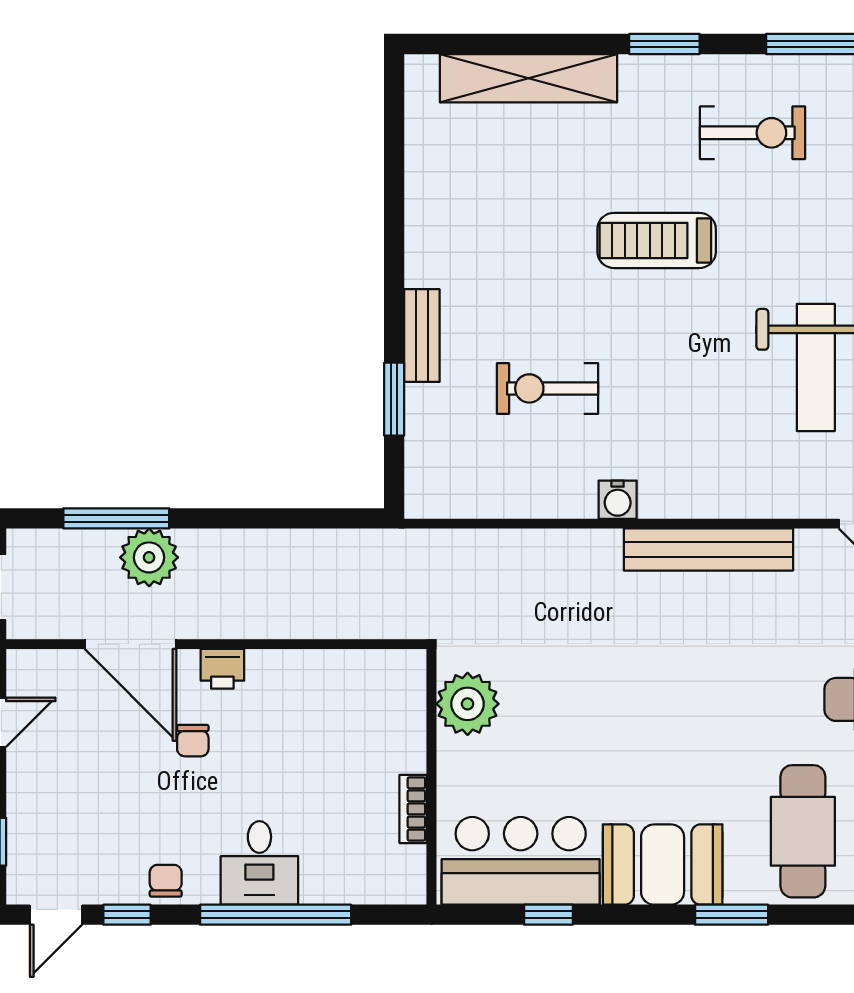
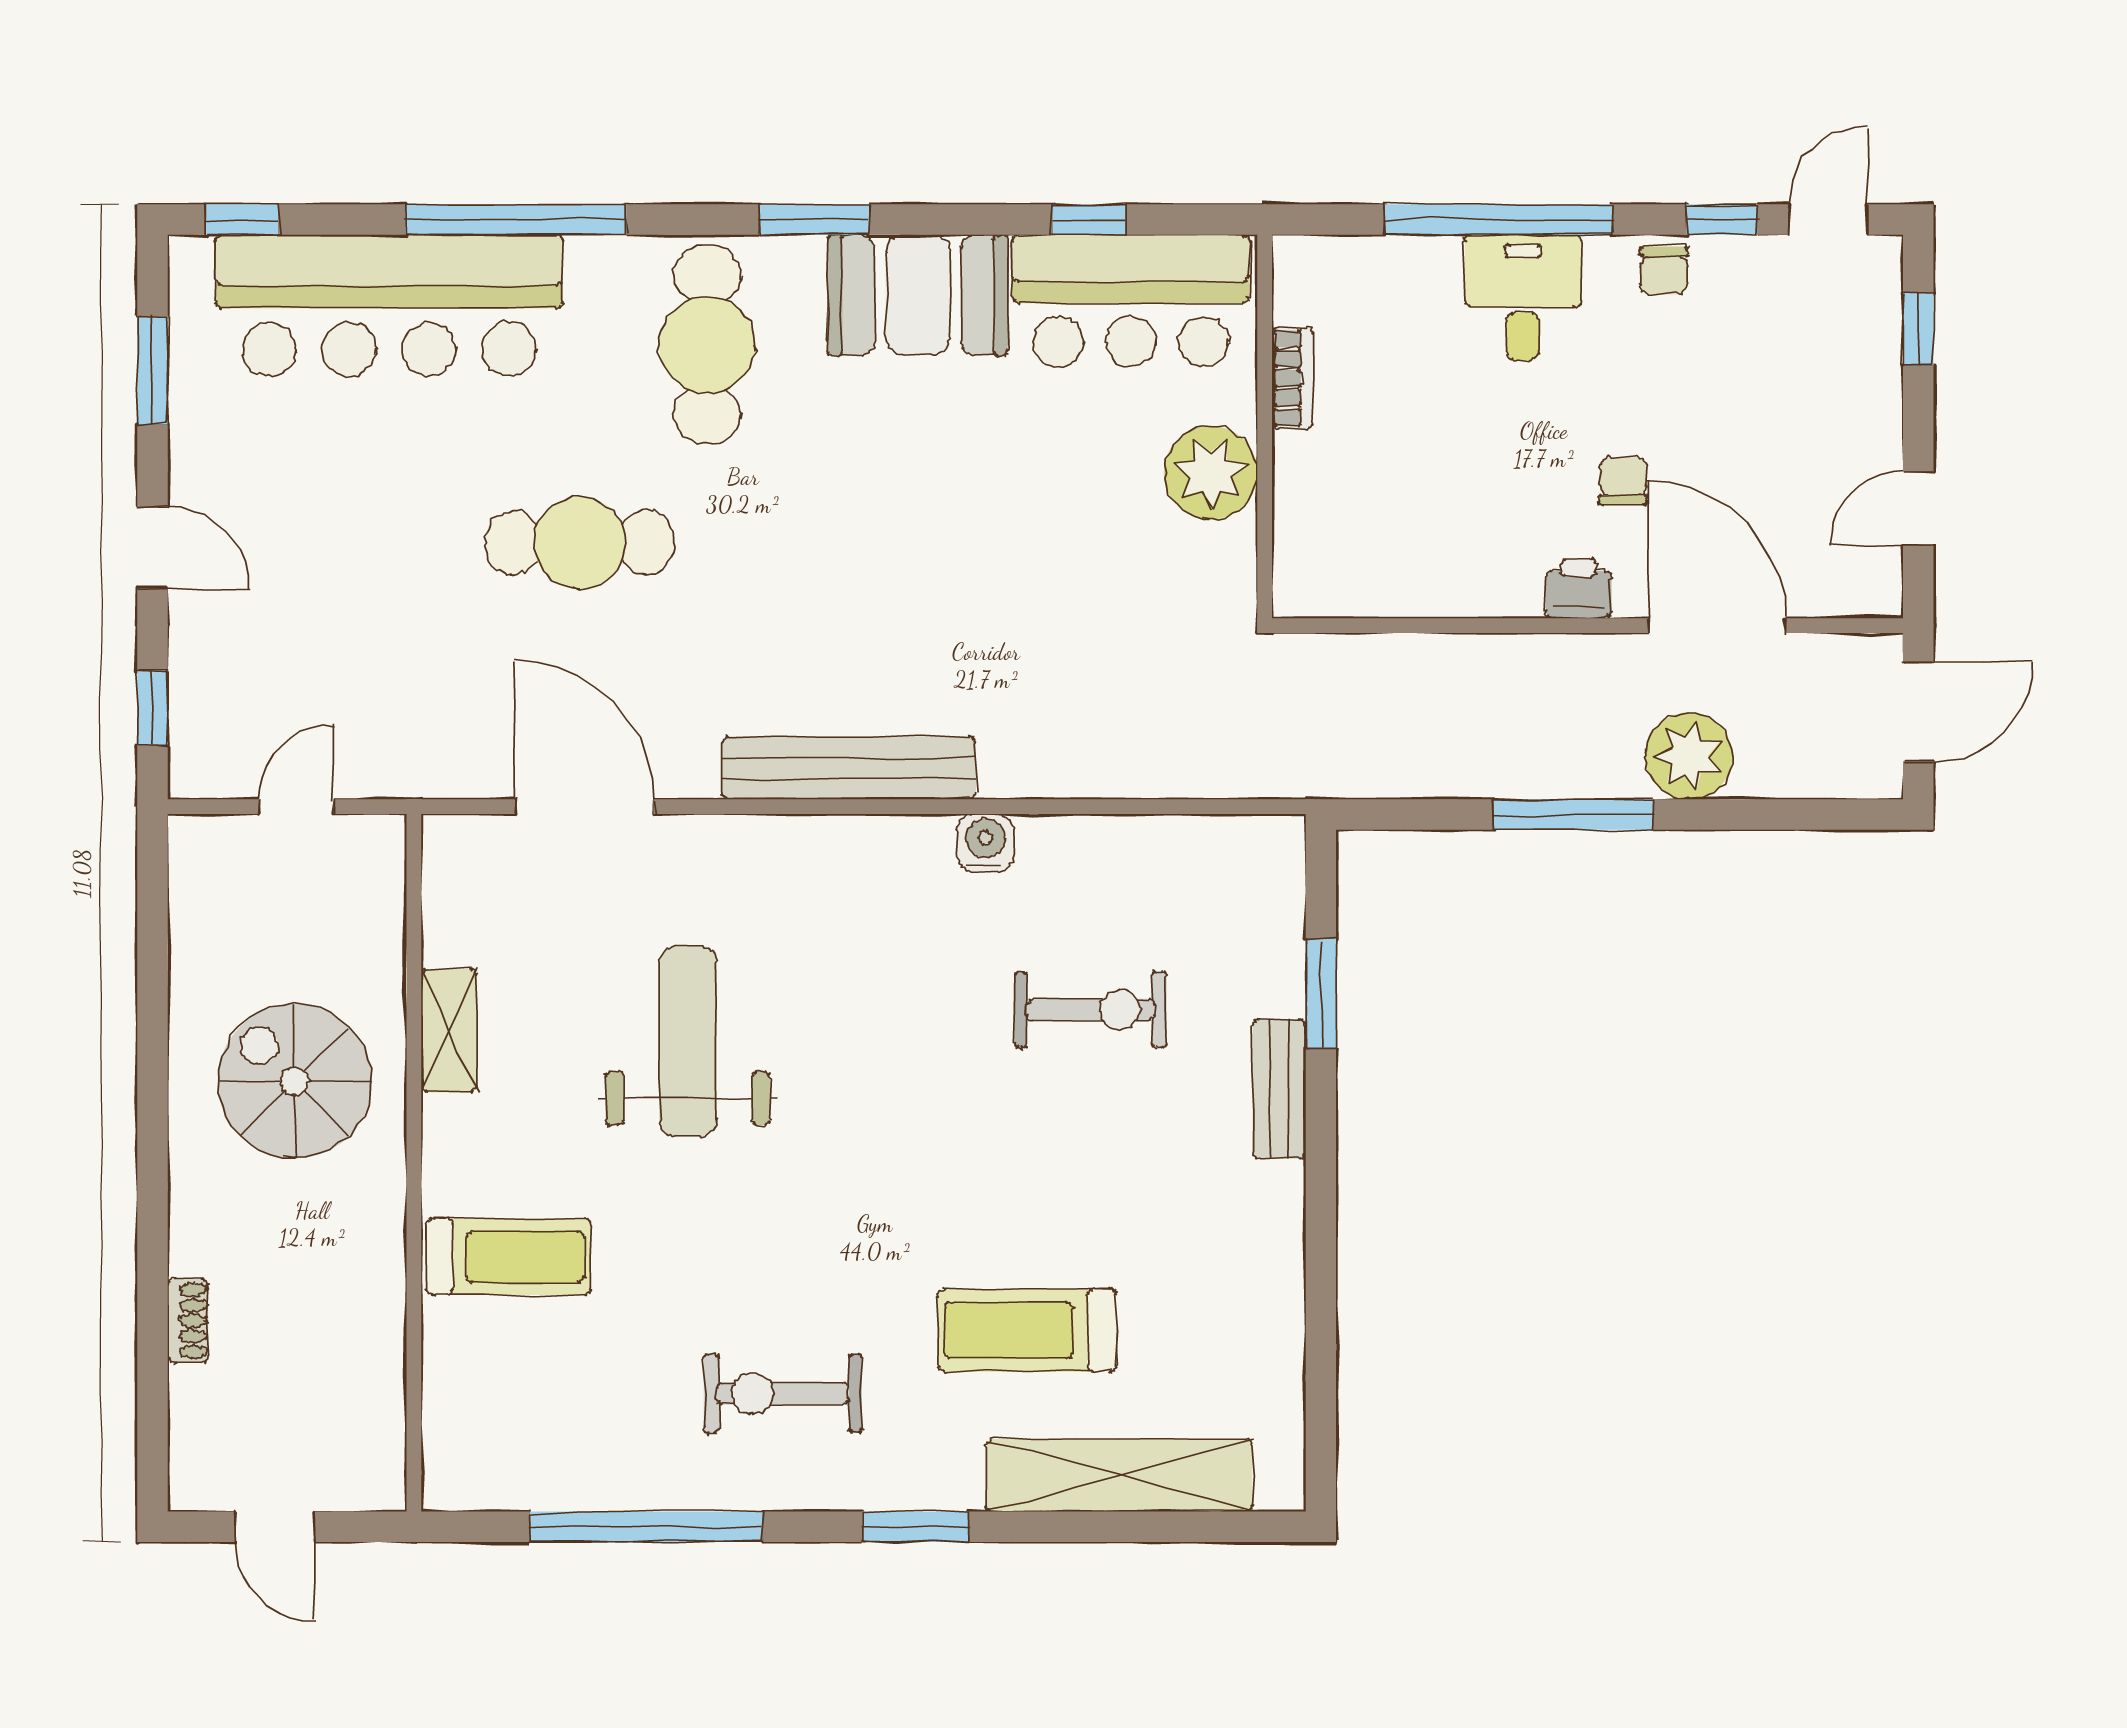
treadmill: (657, 240) -> (1027, 1330), moved, turned 180
window: (116, 518) -> (1574, 815), moved
plant: (468, 704) -> (1211, 473), moved

